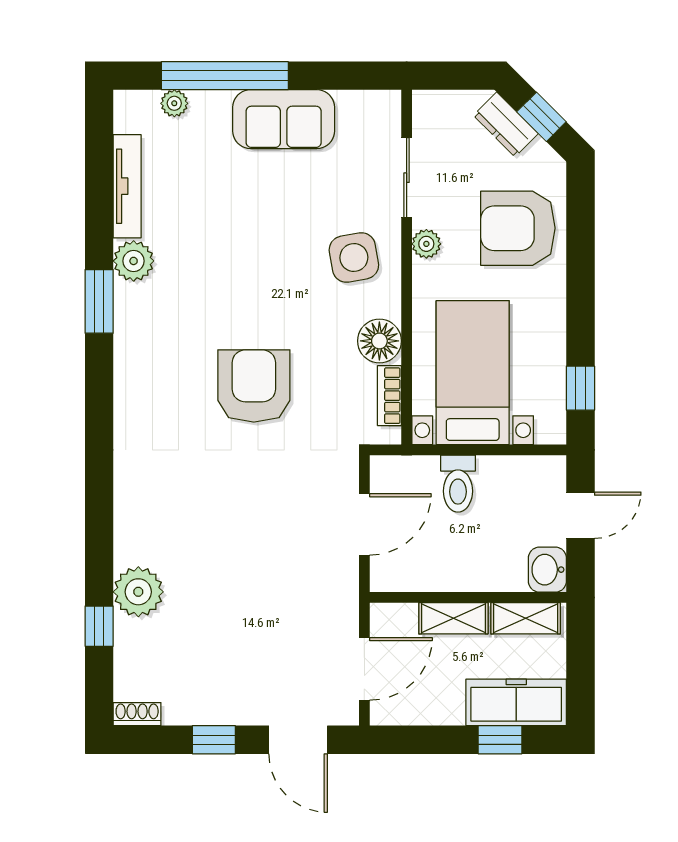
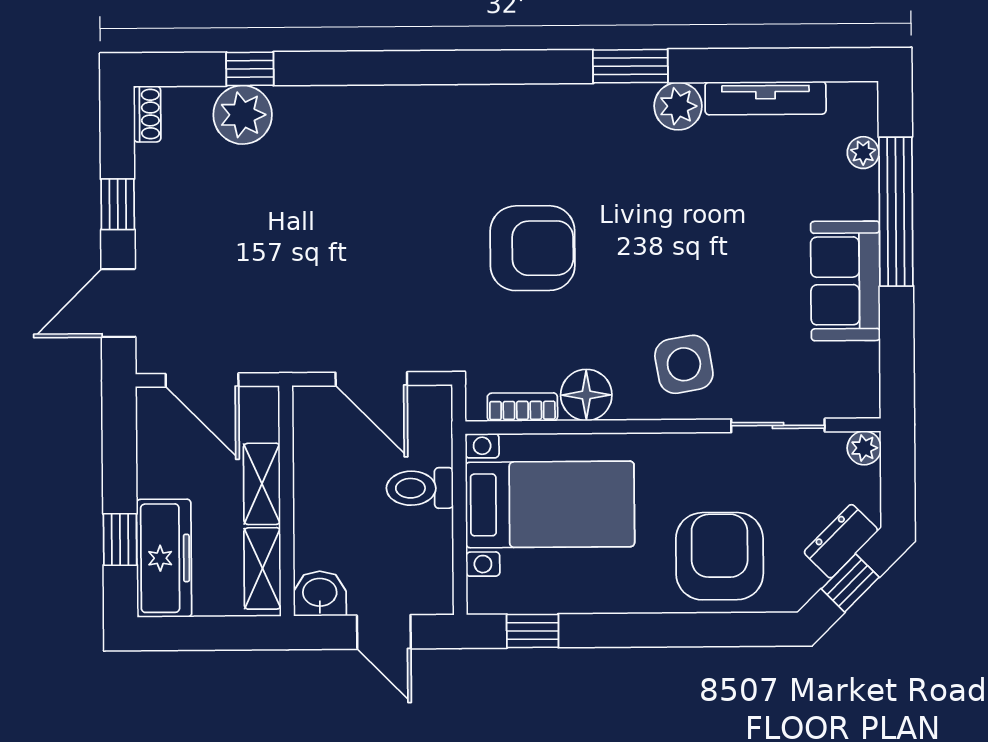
plant: (426, 244) -> (864, 448), moved
plant: (138, 592) -> (243, 115), moved

